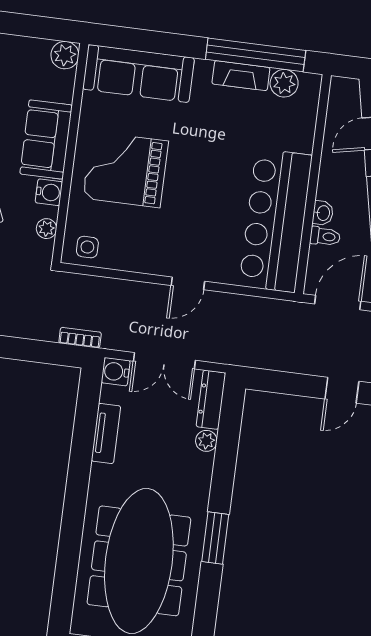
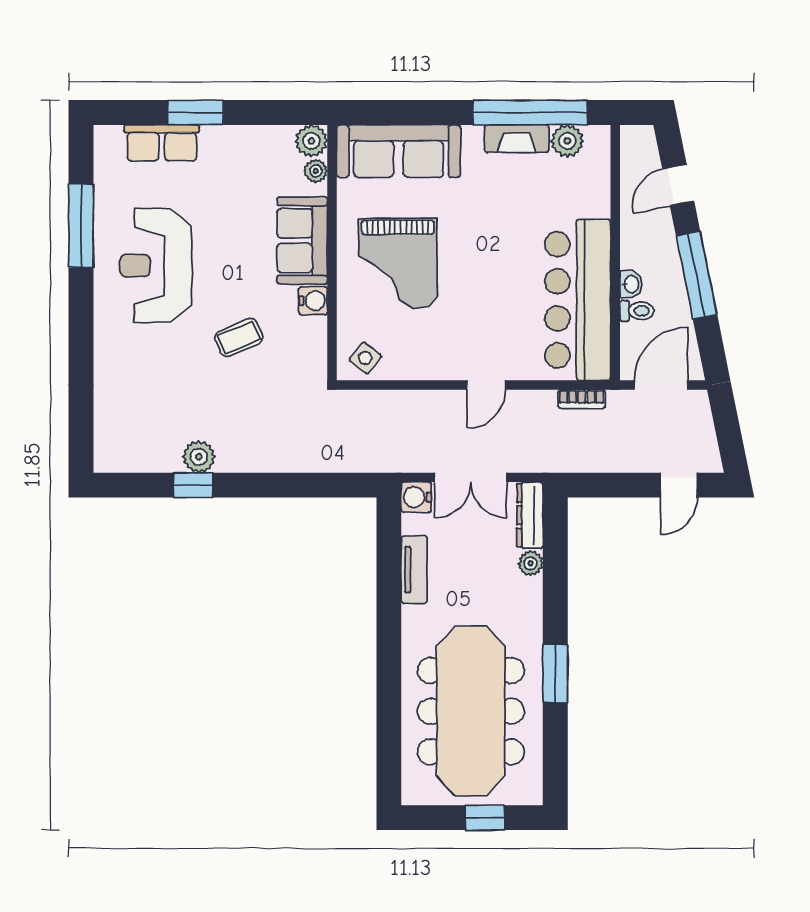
grand piano: (125, 170) -> (398, 263), turned -90
plant: (46, 229) -> (316, 171), moved
side table: (87, 247) -> (365, 358), turned 38
bookcase: (80, 338) -> (582, 399), moved, turned 180

